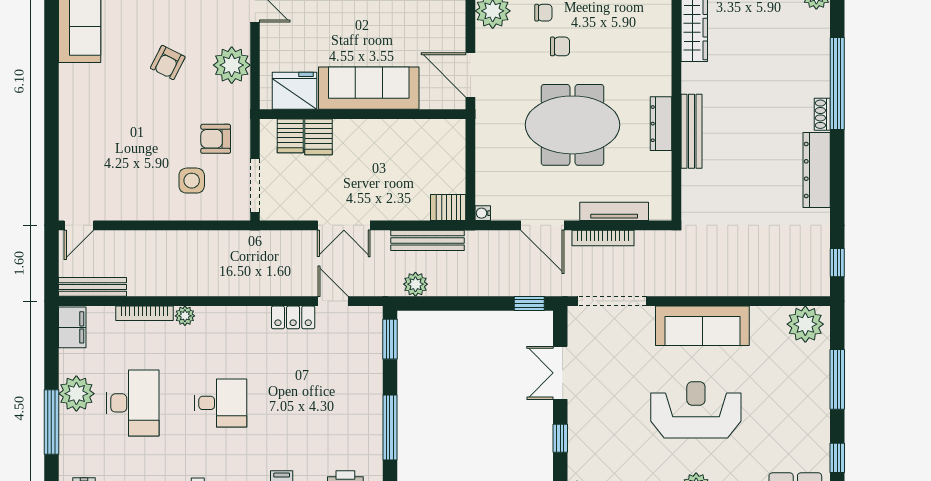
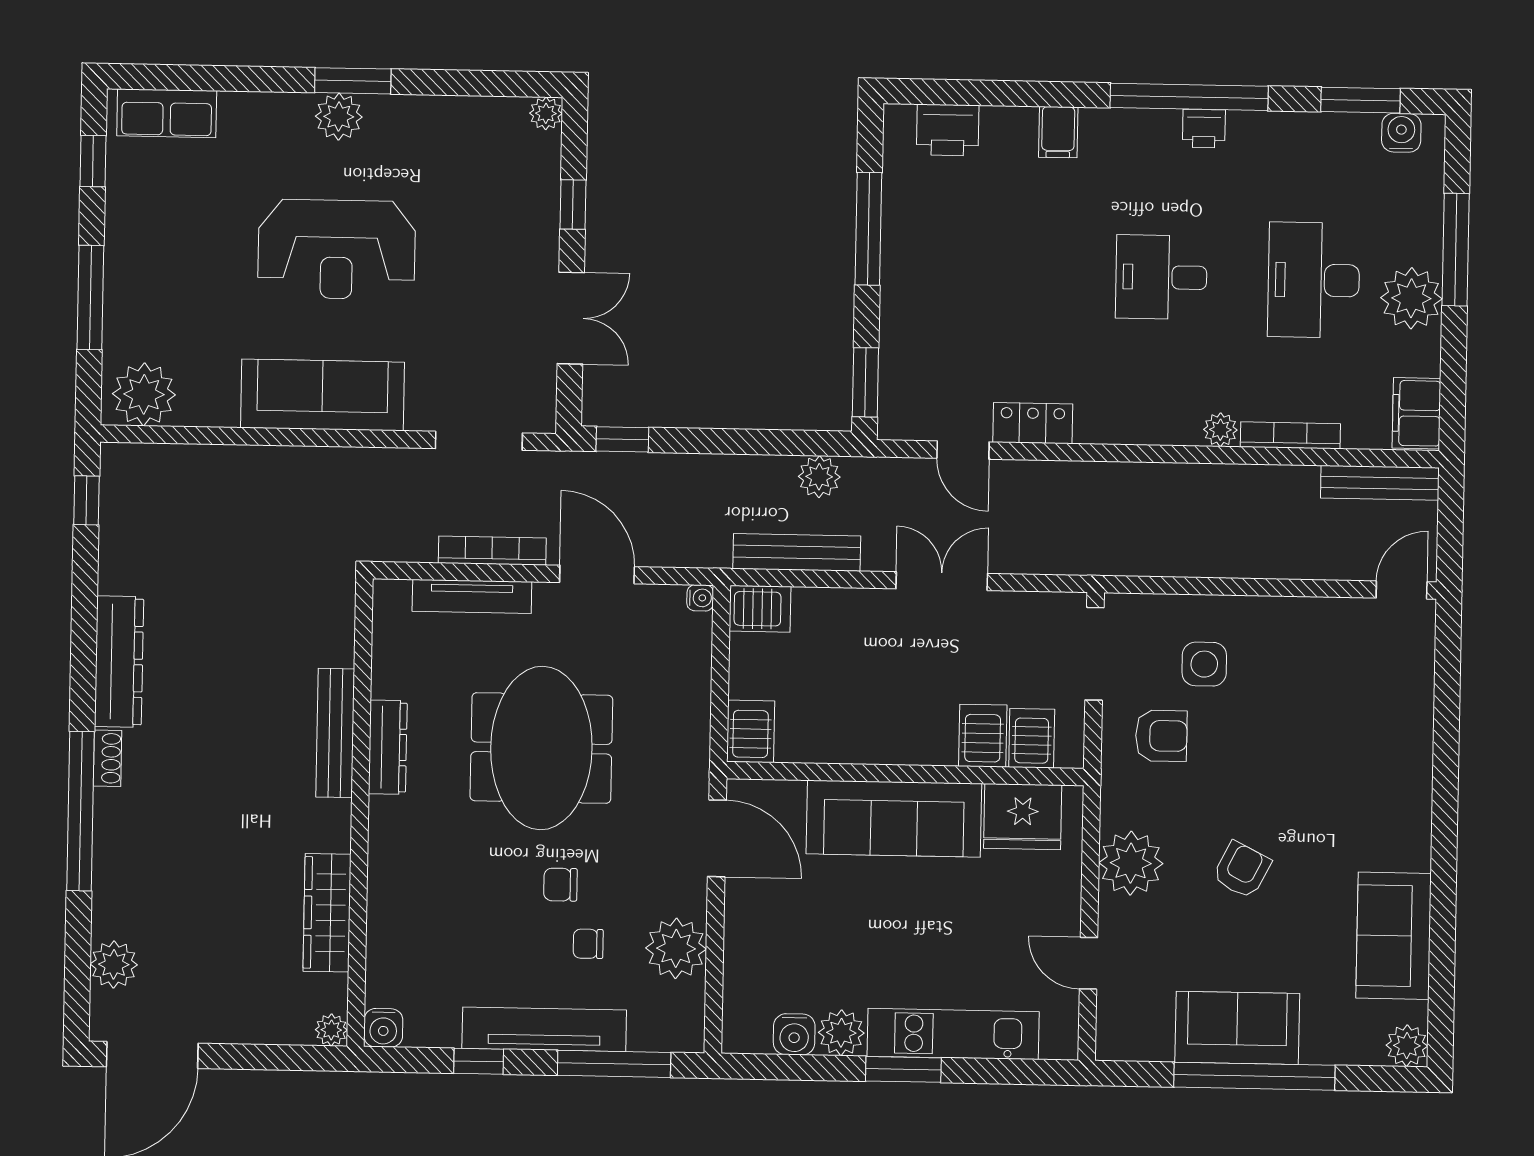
meeting table: (572, 125) -> (541, 748), turned 90
server rack: (452, 137) -> (751, 731), added
doorway: (612, 301) -> (479, 441), width x0.73

